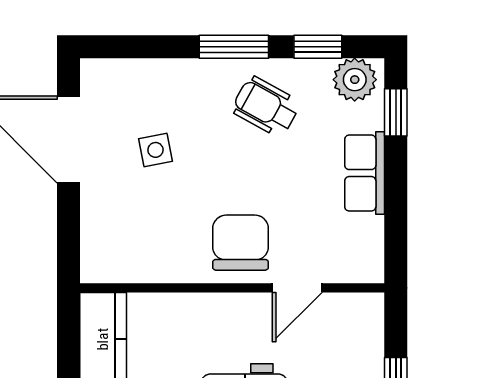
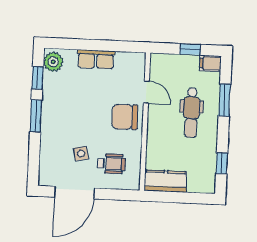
wheelchair: (266, 107) -> (112, 164), moved, turned -119
window: (396, 112) -> (69, 44), removed

